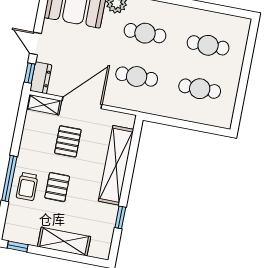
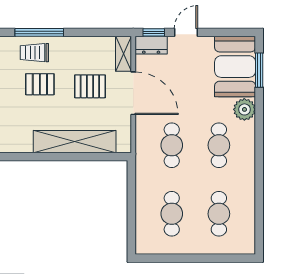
window: (120, 217) -> (21, 157), removed

